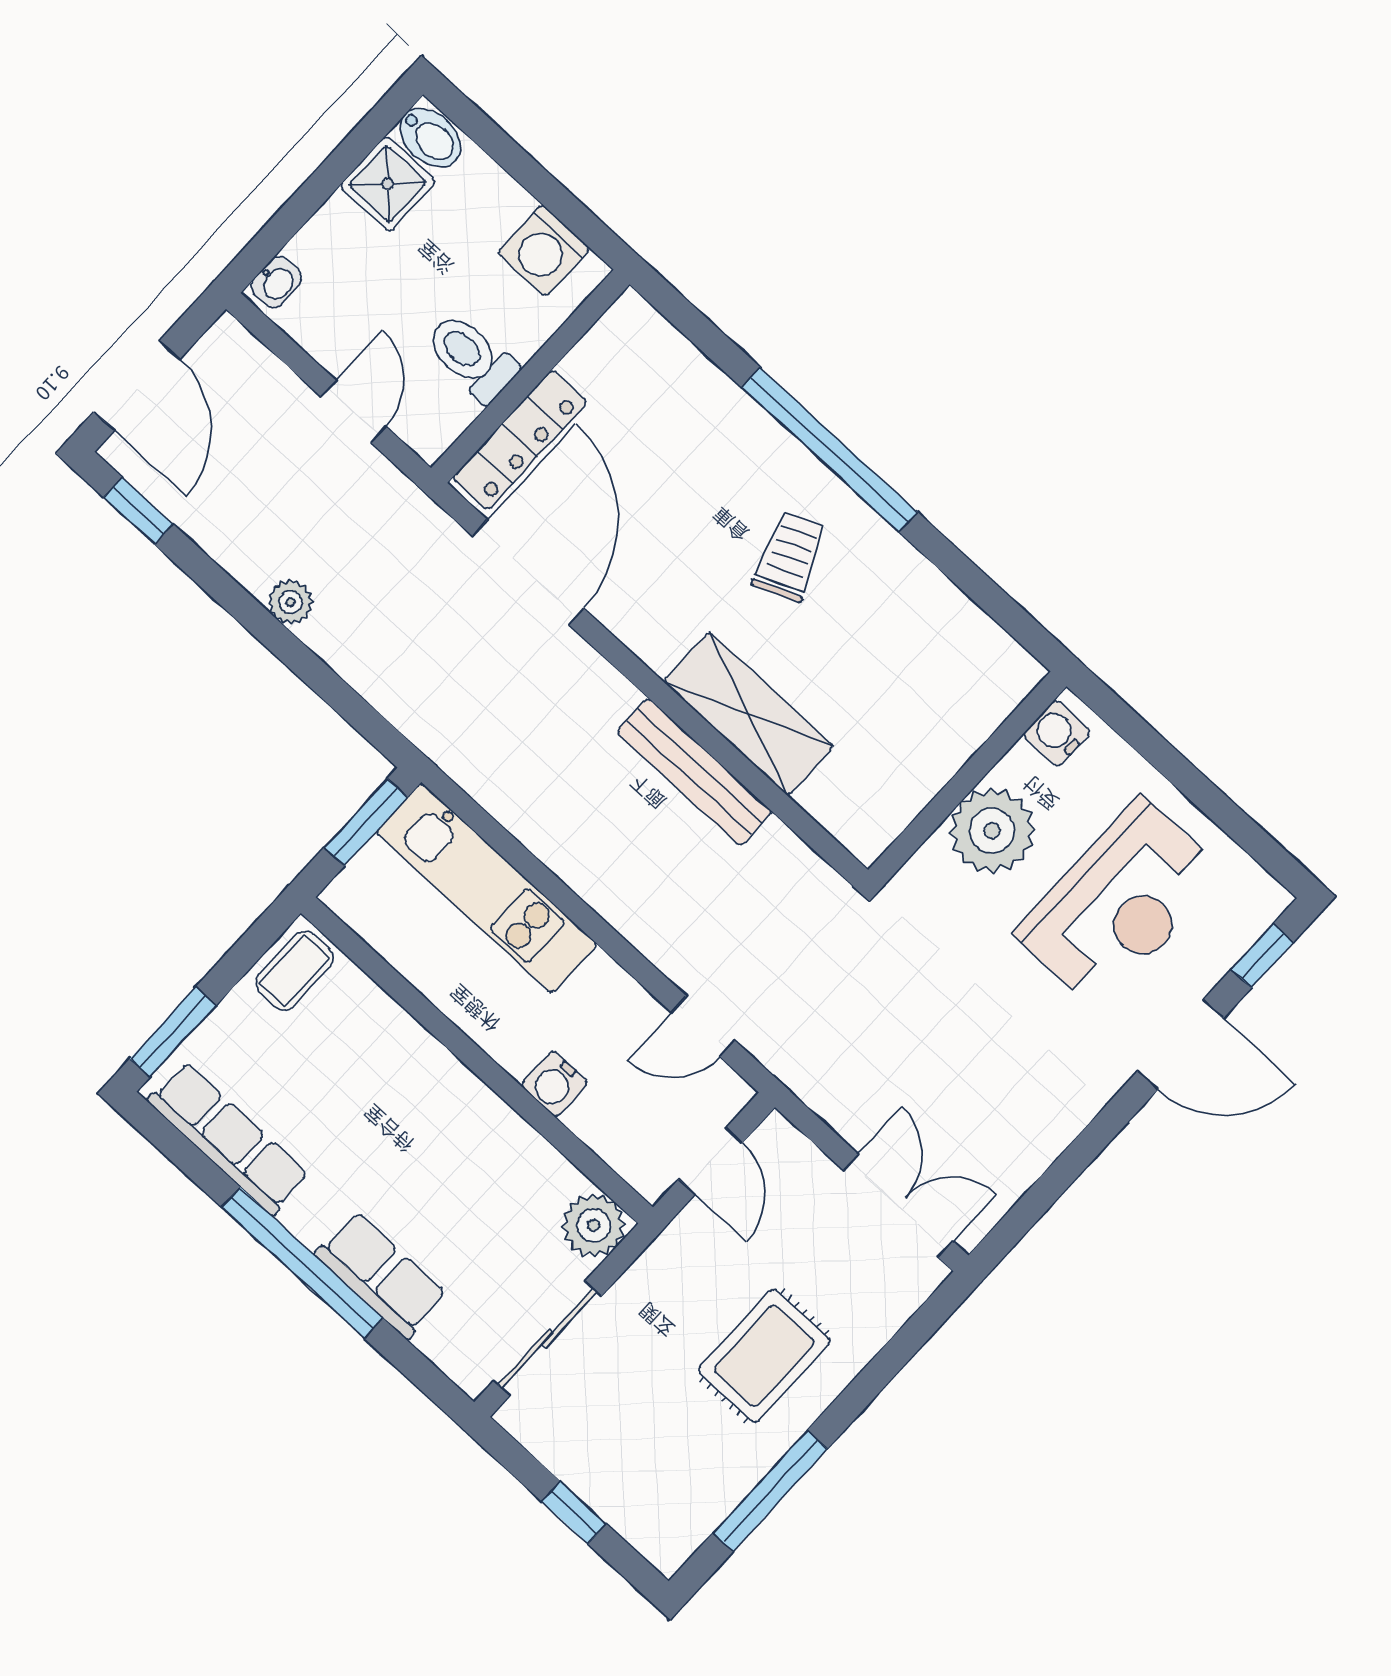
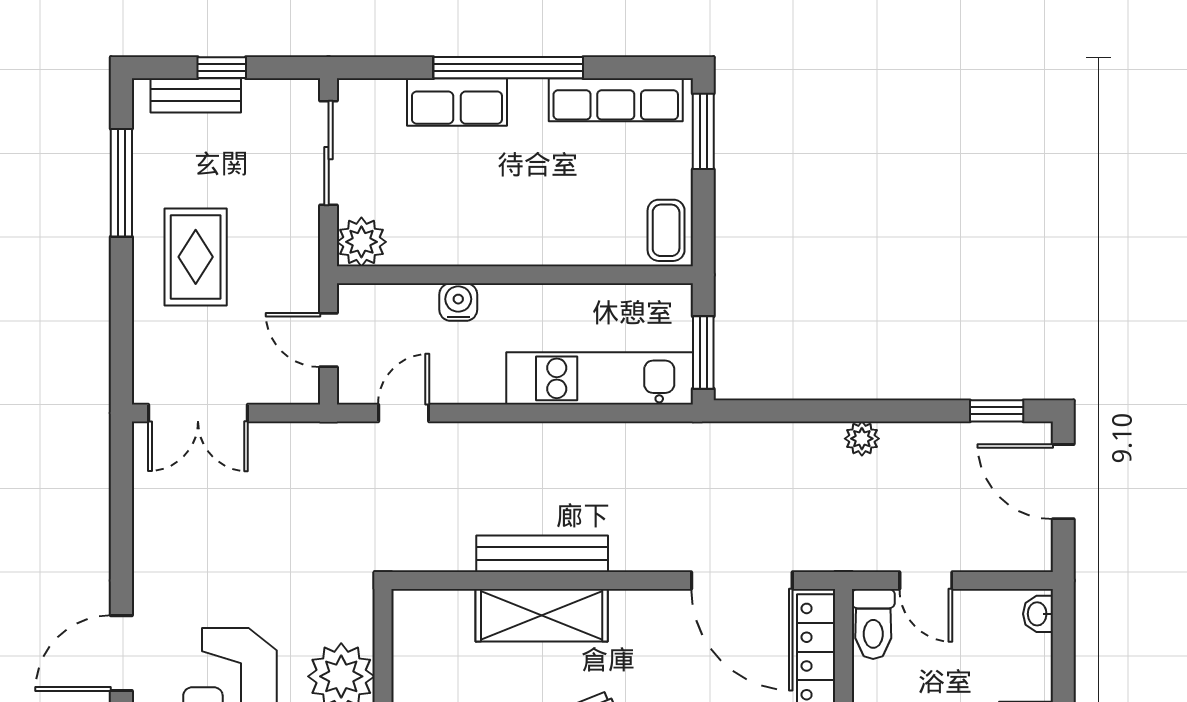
toilet: (471, 357) -> (873, 624), moved, turned 90
bench: (623, 1509) -> (196, 95), added

